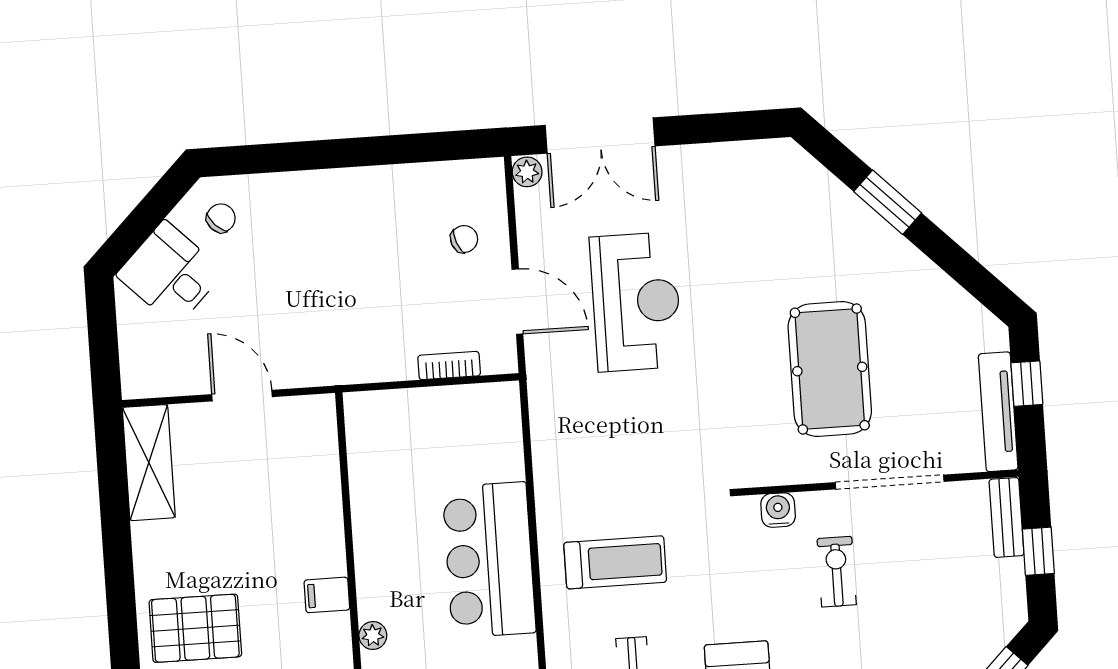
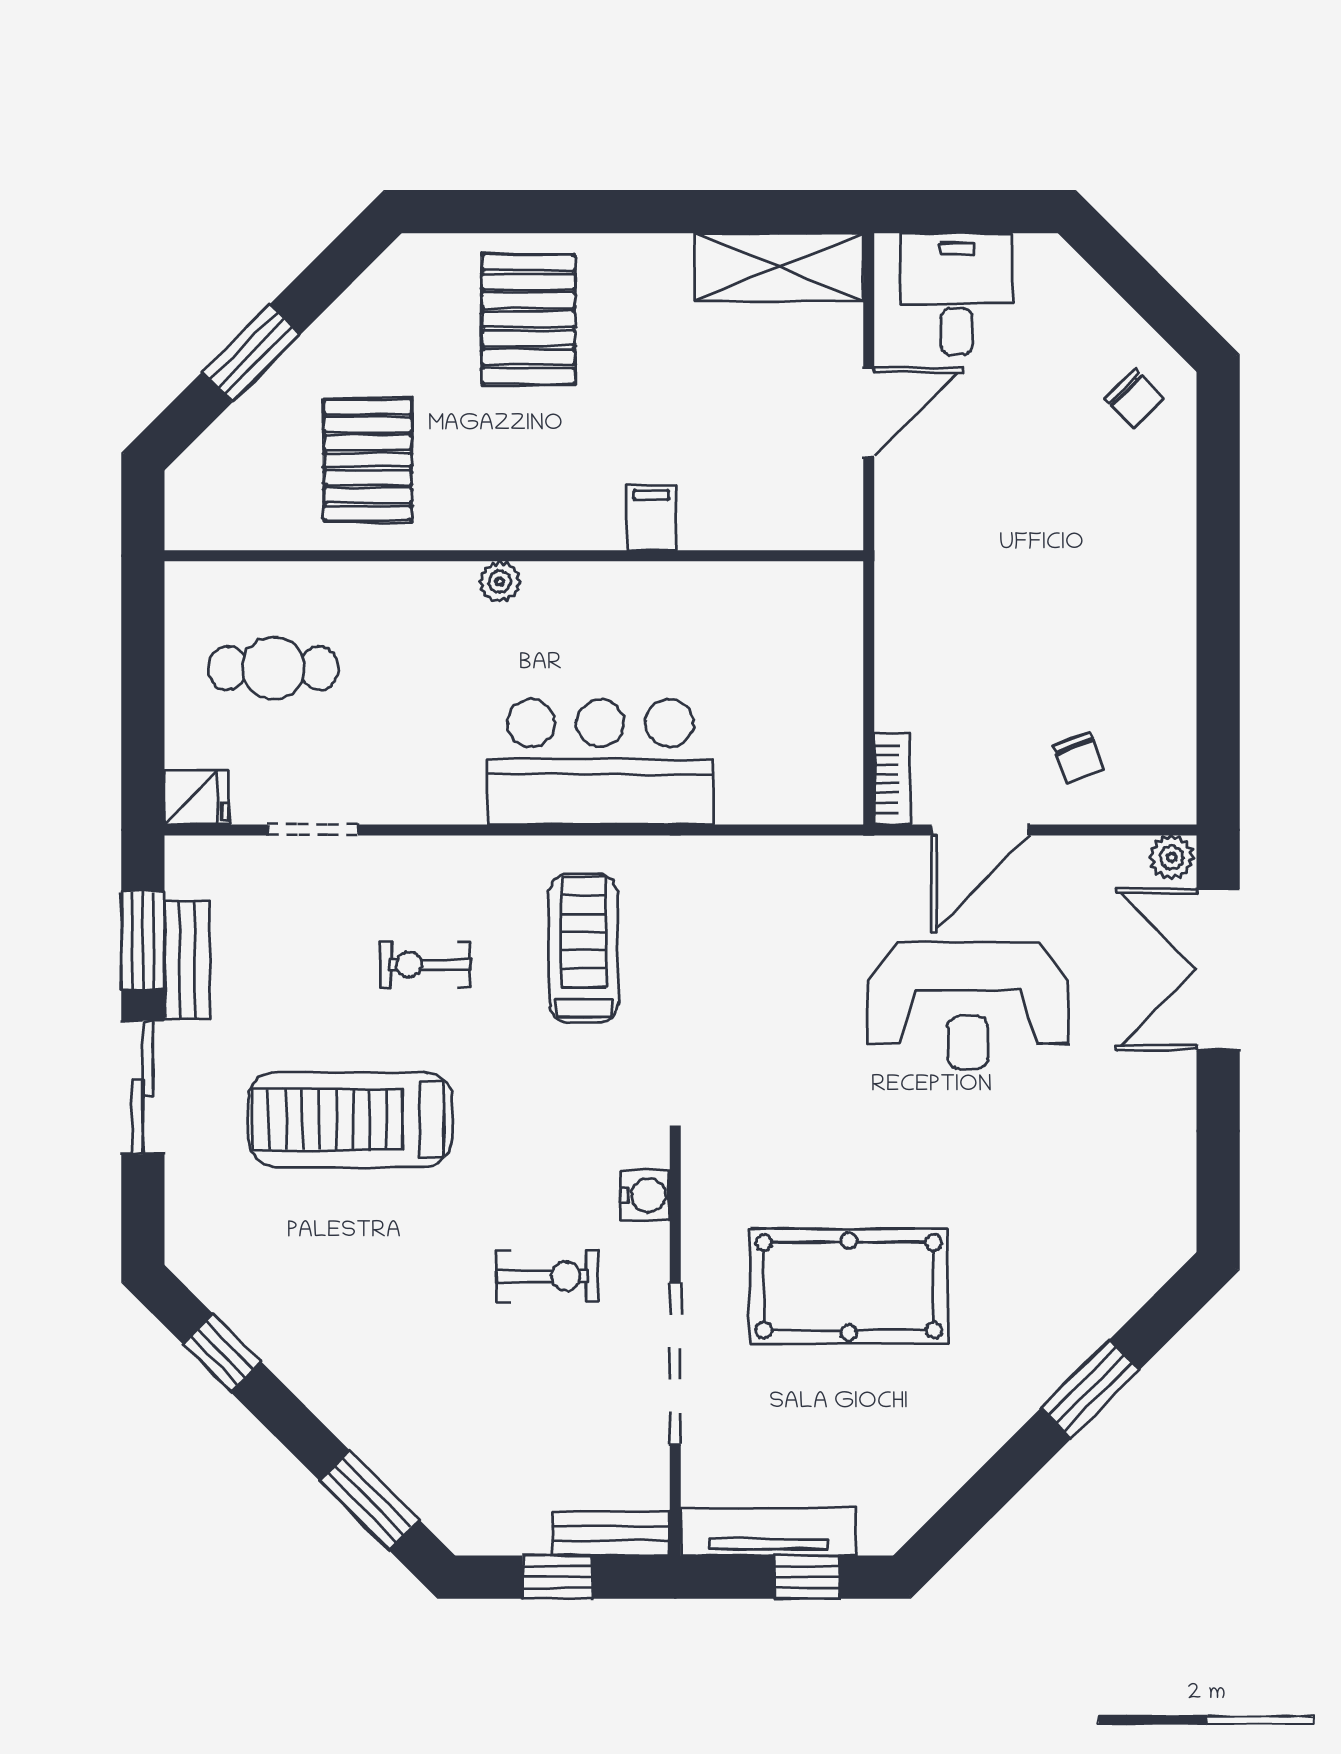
desk: (170, 273) -> (957, 294), moved, turned -45
bookcase: (449, 366) -> (892, 779), moved
treadmill: (615, 562) -> (584, 949), turned 180
filing cabinet: (327, 595) -> (651, 518), moved

